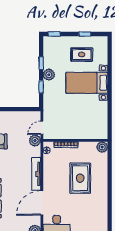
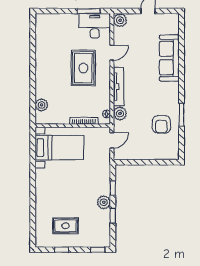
bed with nightstands: (87, 83) -> (59, 148), moved
plant: (35, 140) -> (120, 114), moved
plant: (102, 147) -> (42, 105), moved
rug: (80, 178) -> (83, 68), moved
door: (42, 203) -> (112, 53), width x0.53

